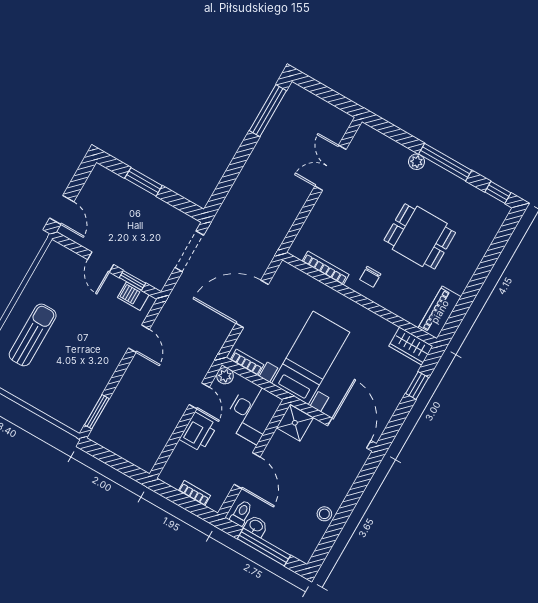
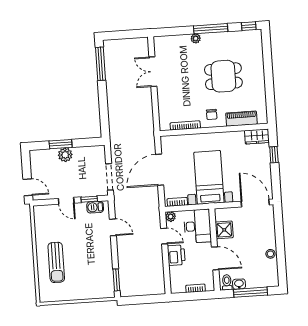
plant: (140, 200) -> (65, 155), added
doorway: (189, 251) -> (109, 177), moved
piano: (440, 312) -> (241, 119), moved, turned 90
sun lounger: (33, 335) -> (56, 262), turned 180
shower: (295, 423) -> (224, 230), moved

